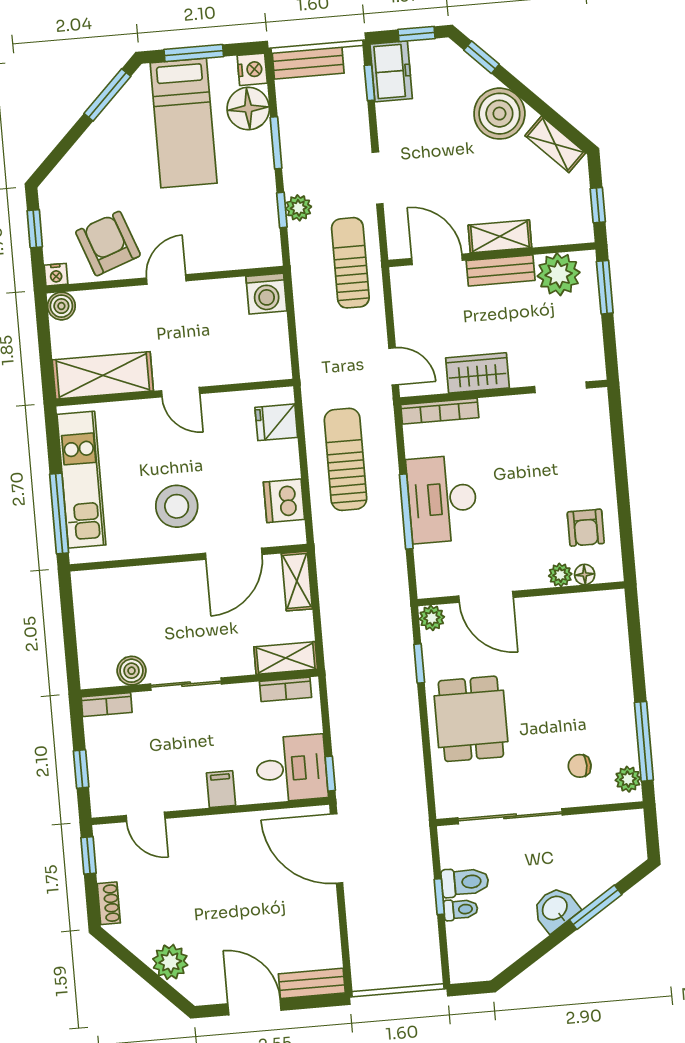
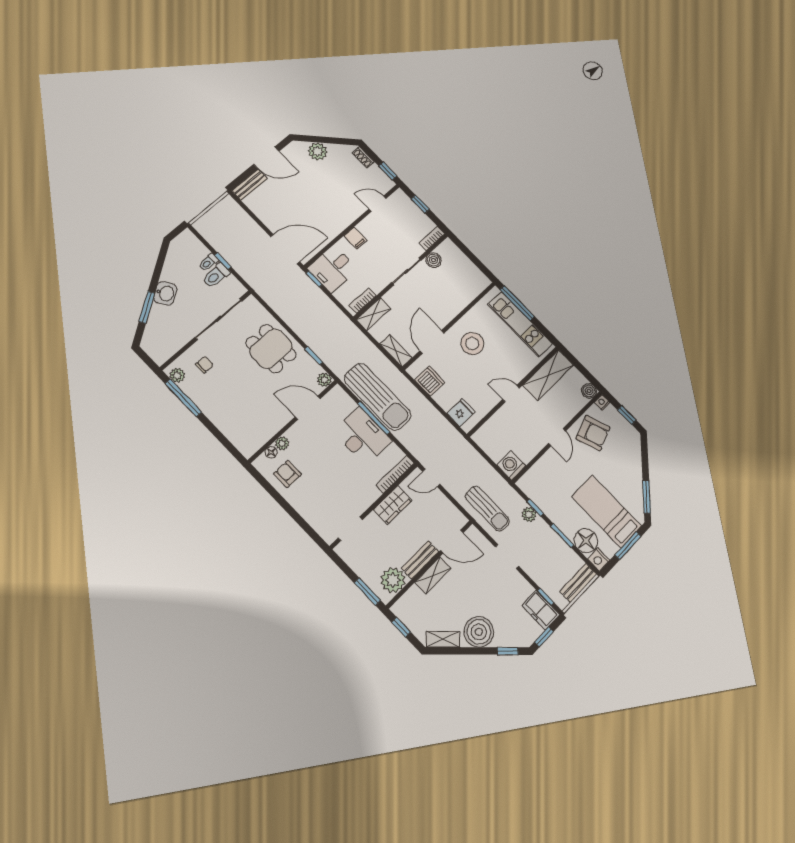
sun lounger: (346, 459) -> (378, 397), moved, width x1.36, depth x1.34

